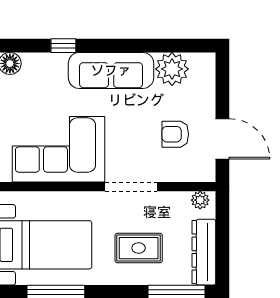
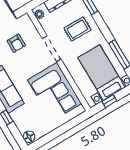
rug: (139, 248) -> (77, 29), turned 90

